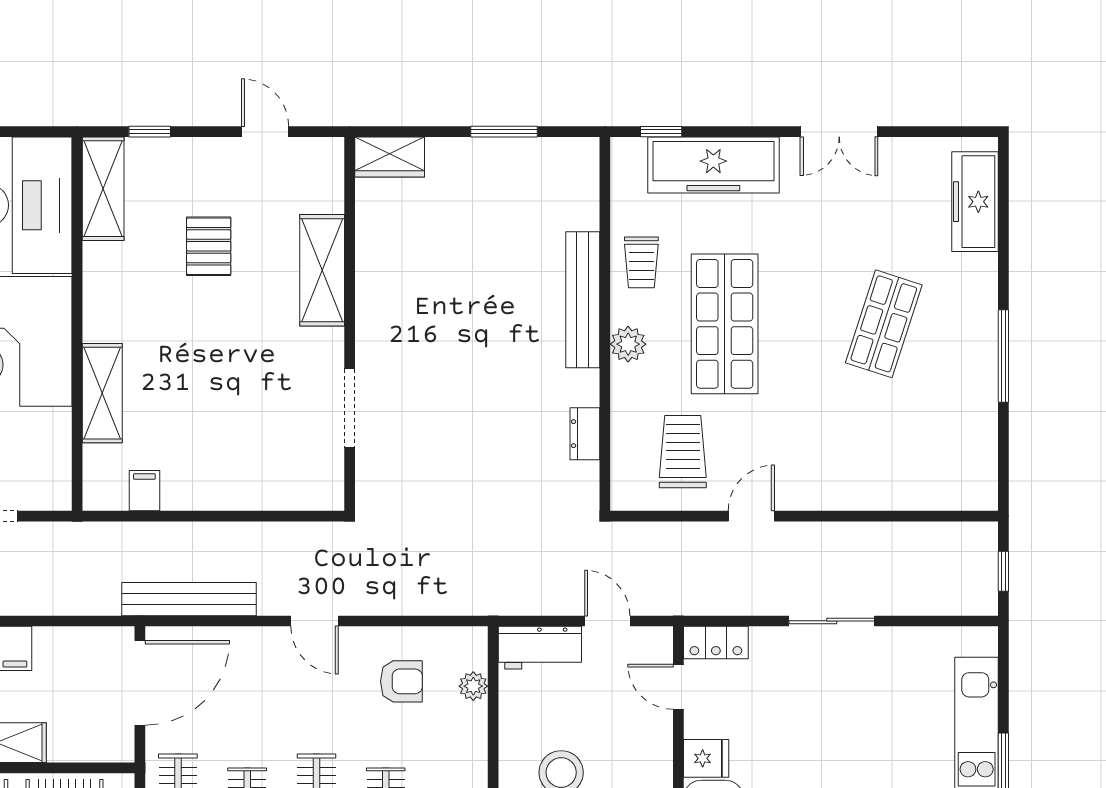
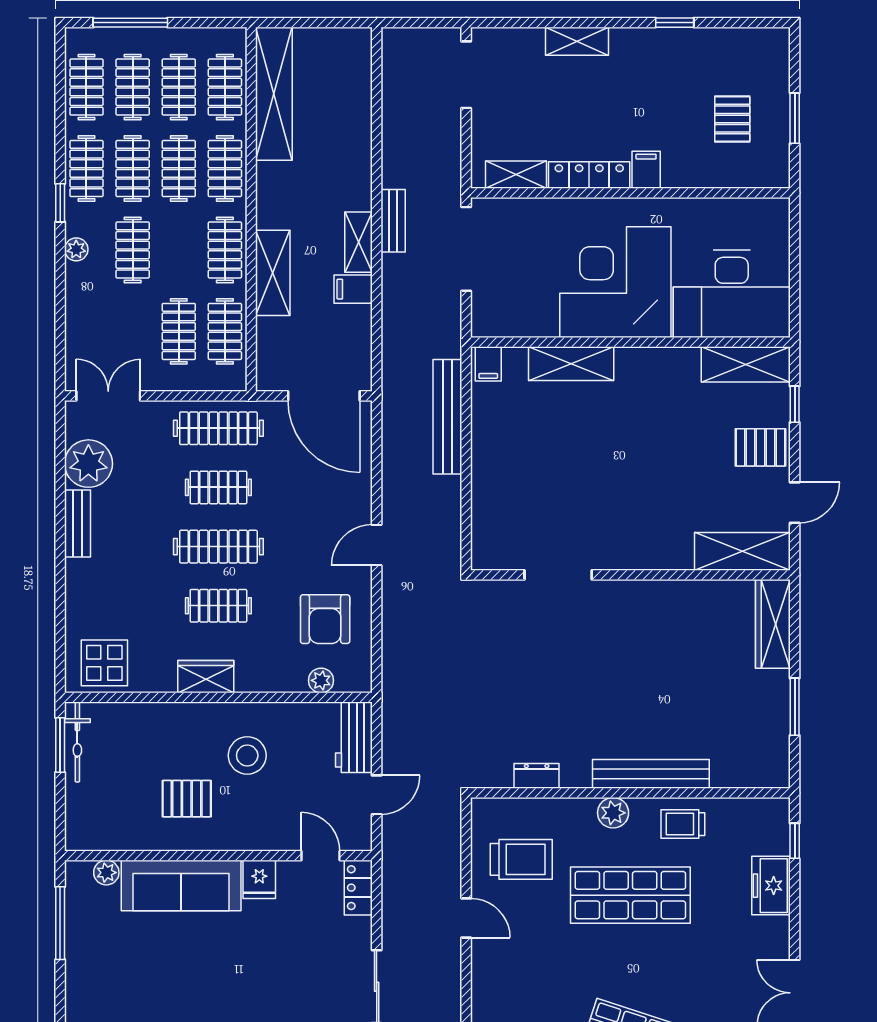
wardrobe: (390, 157) -> (773, 624), width x1.50
freezer: (713, 165) -> (771, 886), width x0.52, depth x0.79
pallet: (209, 246) -> (760, 447), moved
shelving: (322, 270) -> (742, 551), moved
filing cabinet: (144, 491) -> (488, 364), moved, turned 90
bench: (189, 599) -> (447, 417), moved
armchair: (401, 681) -> (325, 619), width x1.38, depth x1.38
door: (678, 687) -> (320, 856), hinge flipped

